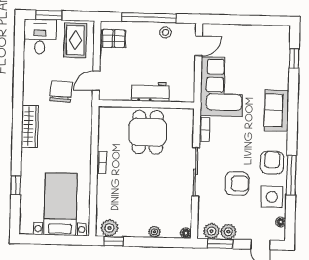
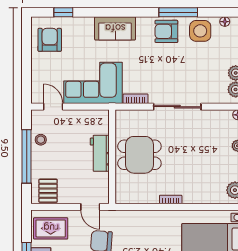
armchair: (237, 183) -> (50, 40), moved

